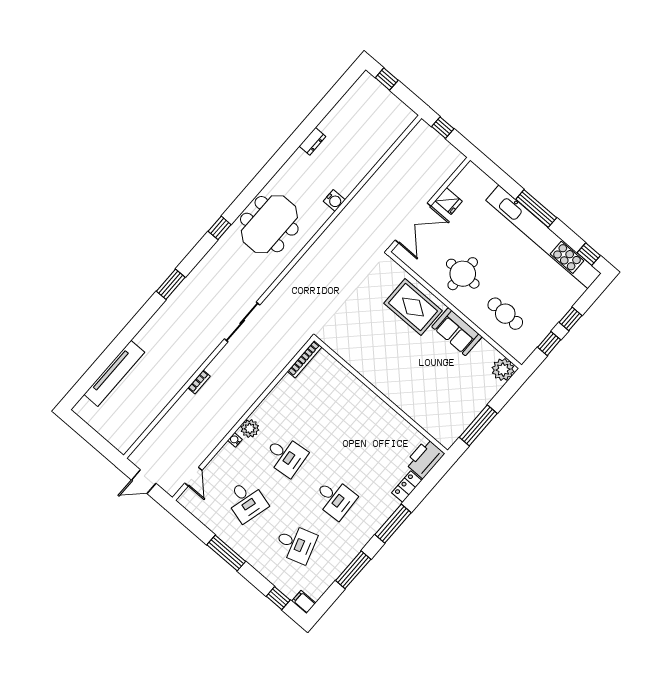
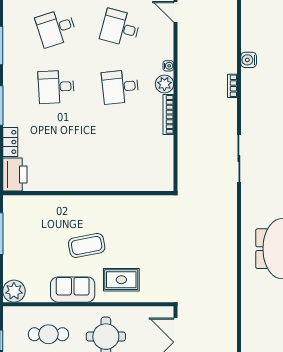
water cooler: (334, 201) -> (249, 60), moved
rug: (413, 307) -> (121, 280), width x0.73, depth x0.70
coffee table: (417, 356) -> (87, 245), added
bookcase: (305, 359) -> (168, 114), moved

